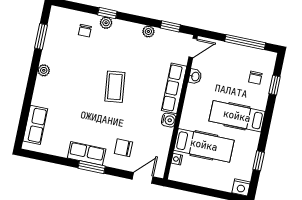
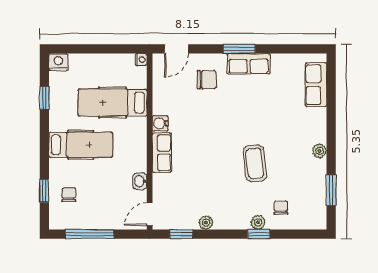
coffee table: (115, 87) -> (255, 163), moved
row of seats: (174, 88) -> (162, 153), width x0.68
nightstand: (177, 159) -> (141, 60), moved

